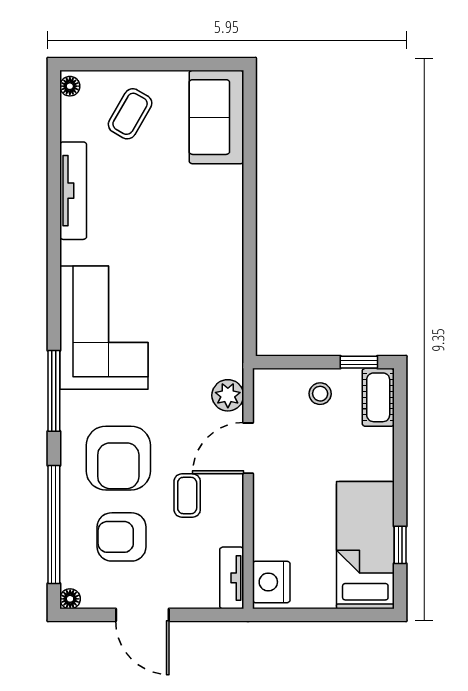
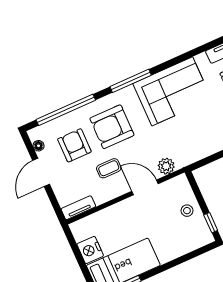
cot: (378, 397) -> (198, 240), removed
nightstand: (271, 582) -> (90, 250), moved, turned -90
floor lamp: (70, 599) -> (39, 146), moved

